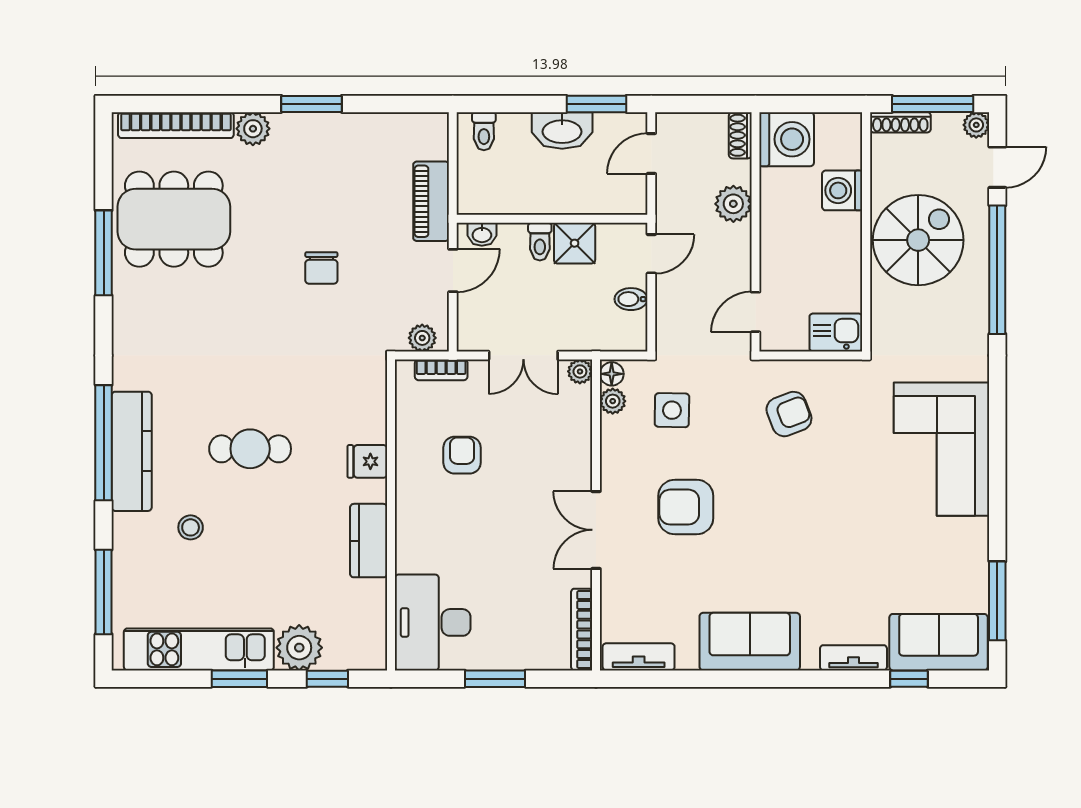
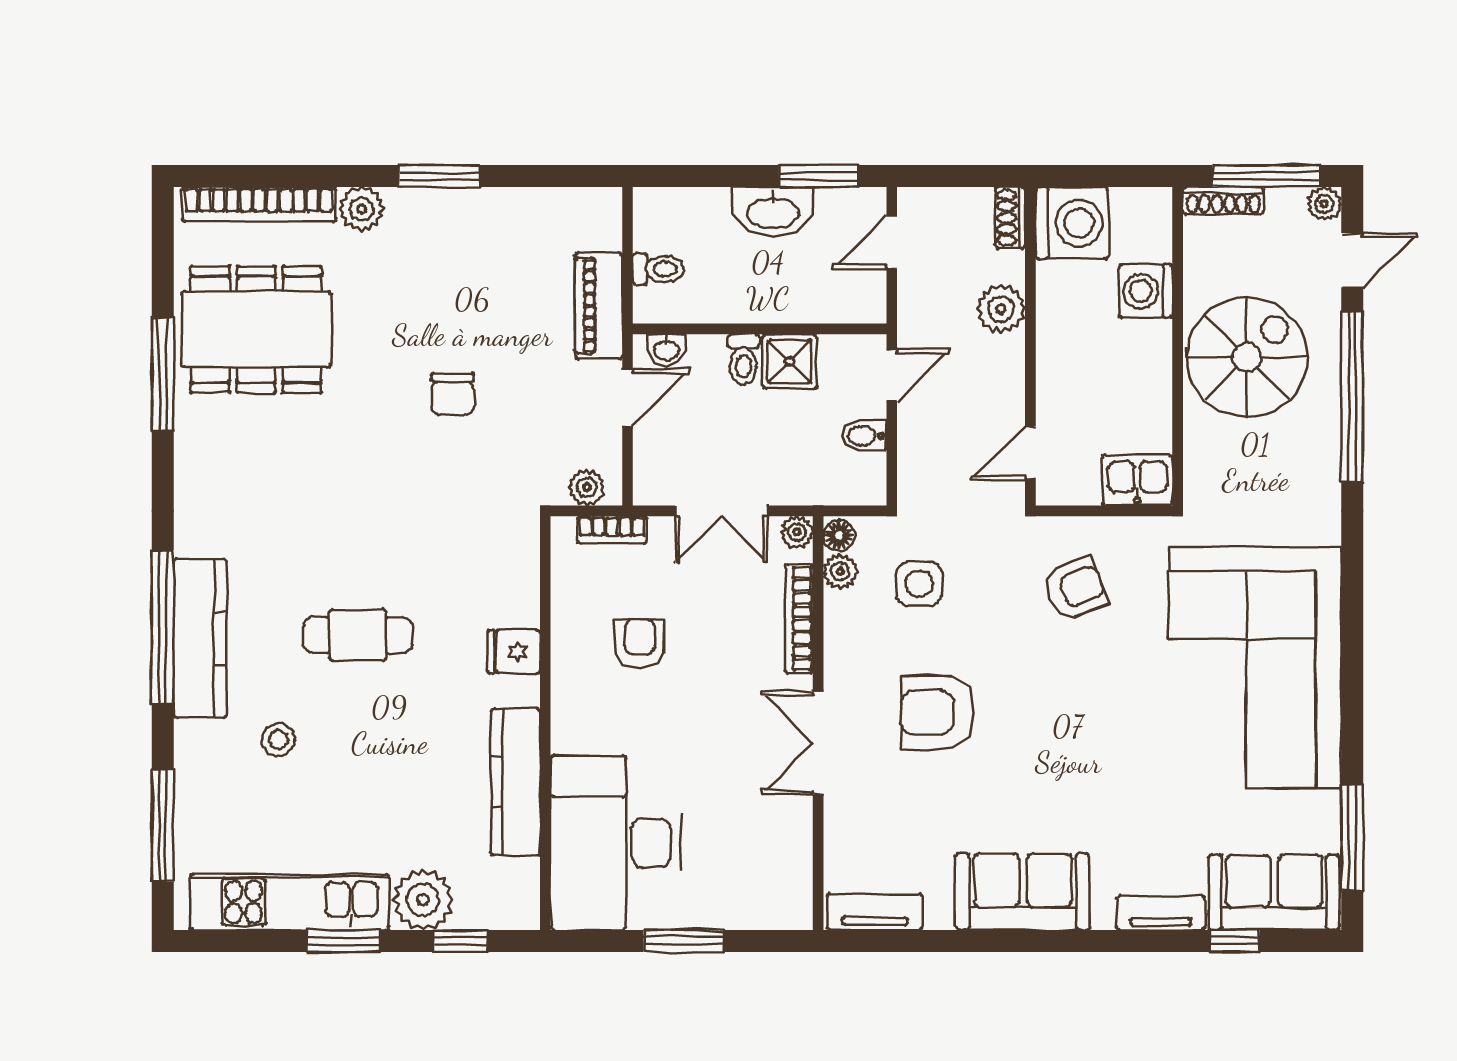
toilet: (484, 131) -> (658, 269), moved, turned -90
corner sofa: (942, 449) -> (1255, 668), width x1.36, depth x1.36
kitchen counter: (369, 541) -> (515, 782), width x1.50
desk: (433, 622) -> (616, 843), width x1.36, depth x1.30
bookcase: (582, 630) -> (799, 619), moved

